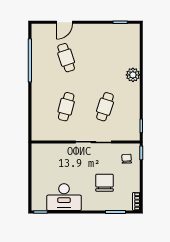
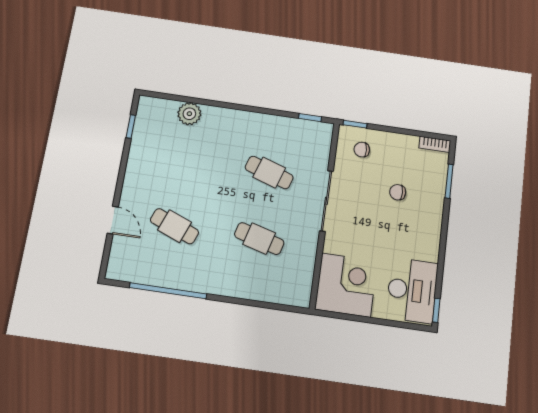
cafe table: (66, 58) -> (174, 226), turned 39
plant: (133, 75) -> (189, 114), moved
corner desk: (47, 159) -> (346, 285), added
chair: (104, 183) -> (398, 192), width x0.54, depth x0.54
desk: (64, 197) -> (412, 290), moved

